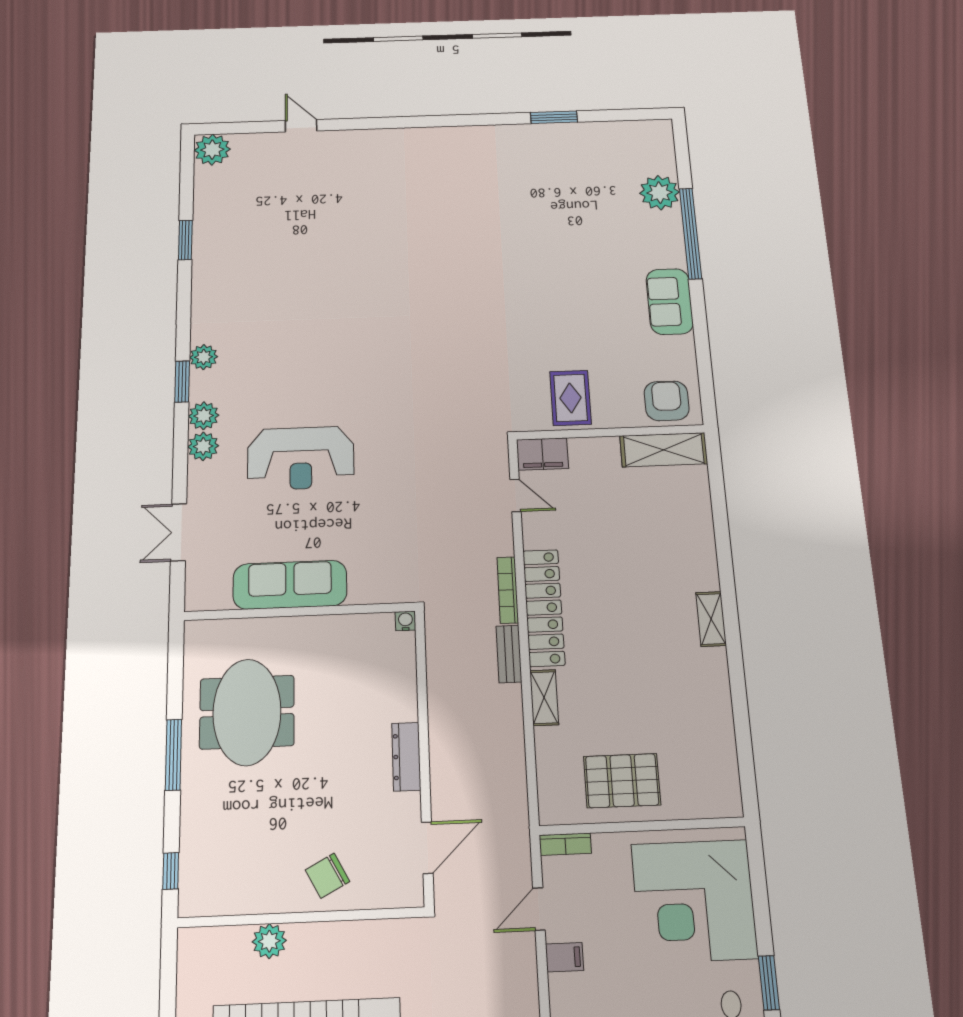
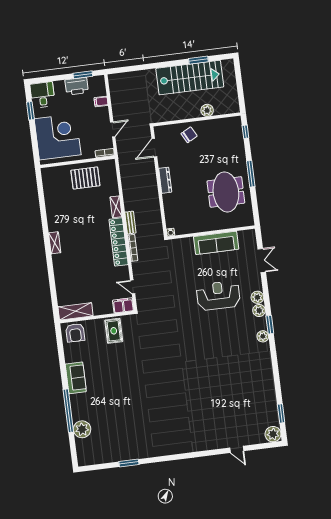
window: (185, 240) -> (281, 413), moved
filing cabinet: (565, 957) -> (101, 101), moved

